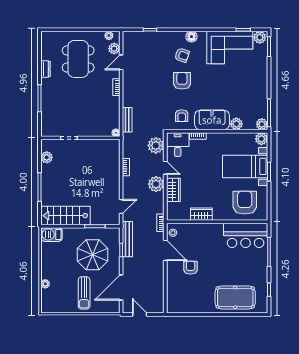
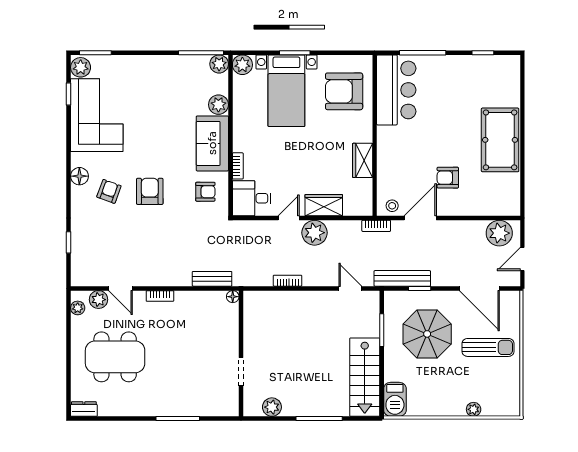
dresser: (45, 69) -> (84, 409), moved
armchair: (182, 81) -> (150, 191), turned 90
plant: (156, 145) -> (499, 233), moved
pool table: (235, 297) -> (500, 140), moved

